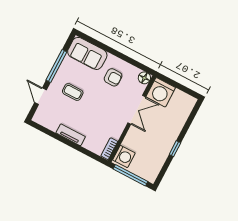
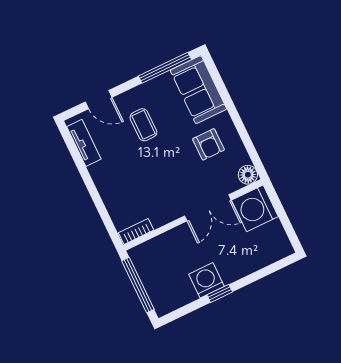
window: (56, 66) -> (165, 68), moved
door: (41, 96) -> (99, 100), swing flipped
tv unit: (71, 135) -> (84, 143), moved
washing machine: (124, 157) -> (206, 280), moved, turned 180

